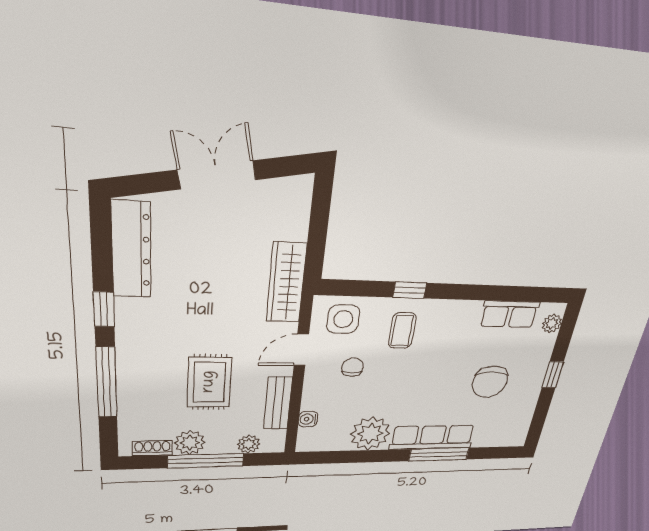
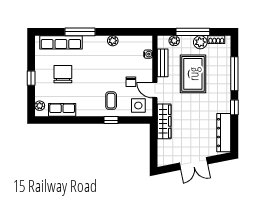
door: (301, 350) -> (155, 90), swing flipped
rug: (209, 382) -> (193, 74), width x1.36, depth x1.43
plant: (370, 434) -> (113, 41), width x0.53, depth x0.53
row of seats: (432, 437) -> (61, 42), moved

